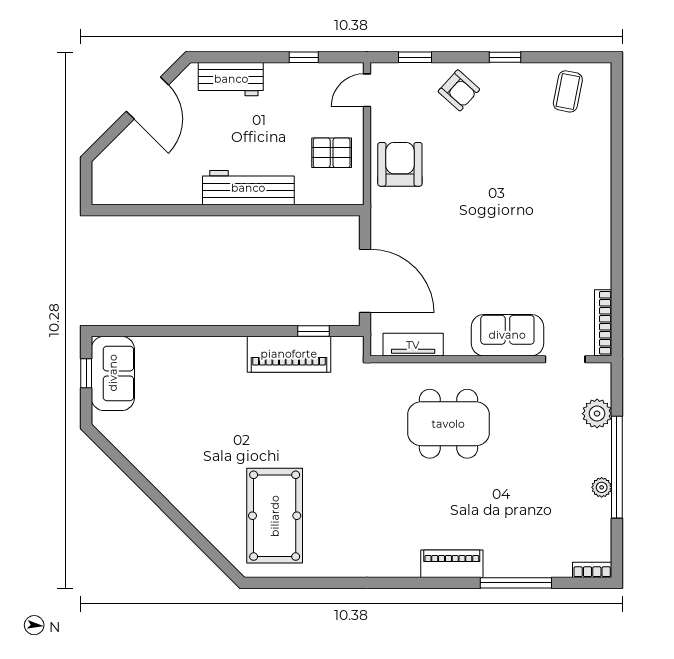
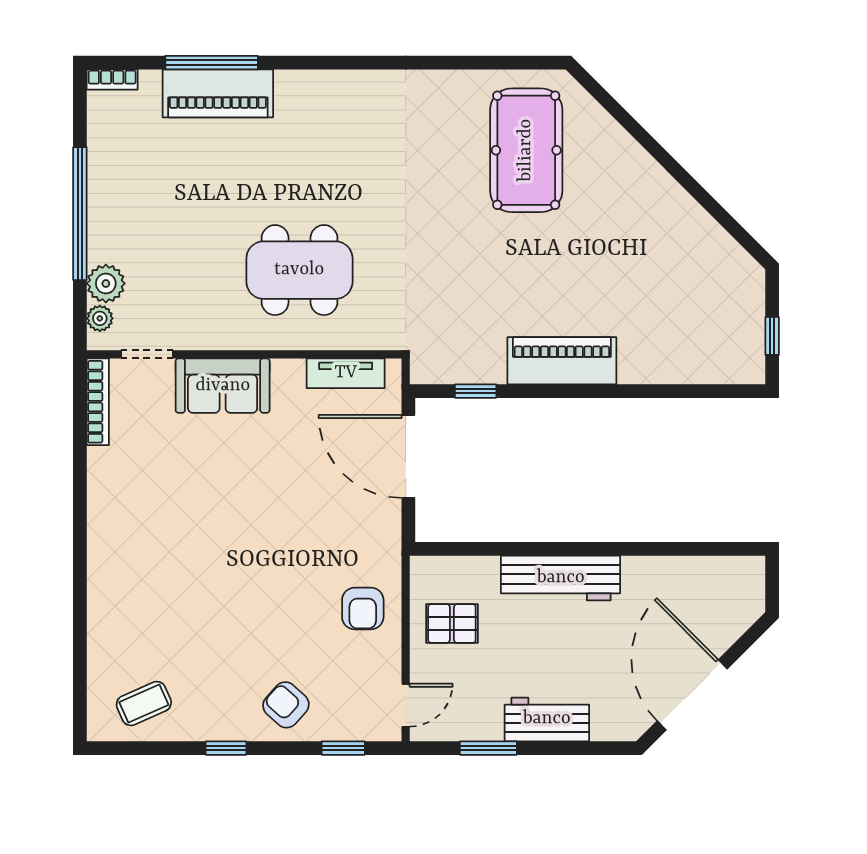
window: (304, 57) -> (488, 748), width x1.50
workbench: (231, 79) -> (547, 719), moved
coffee table: (568, 91) -> (144, 703), turned 55
door: (147, 98) -> (692, 695), width x1.36
armchair: (400, 164) -> (363, 609), width x0.72, depth x0.72
piano: (289, 354) -> (562, 361), moved
sofa: (113, 373) -> (737, 336), removed
plant: (602, 487) -> (100, 318), moved
piano: (452, 564) -> (218, 93), moved, width x1.37, depth x1.33

